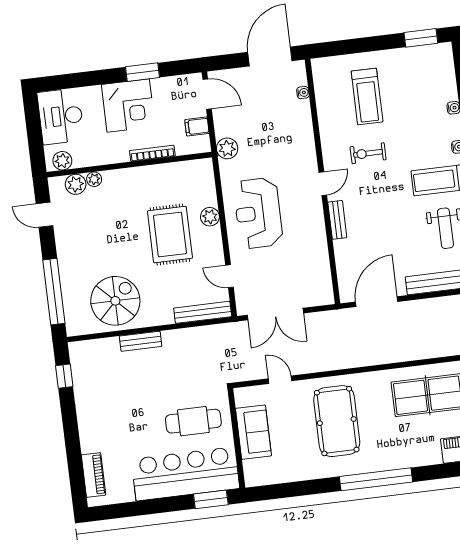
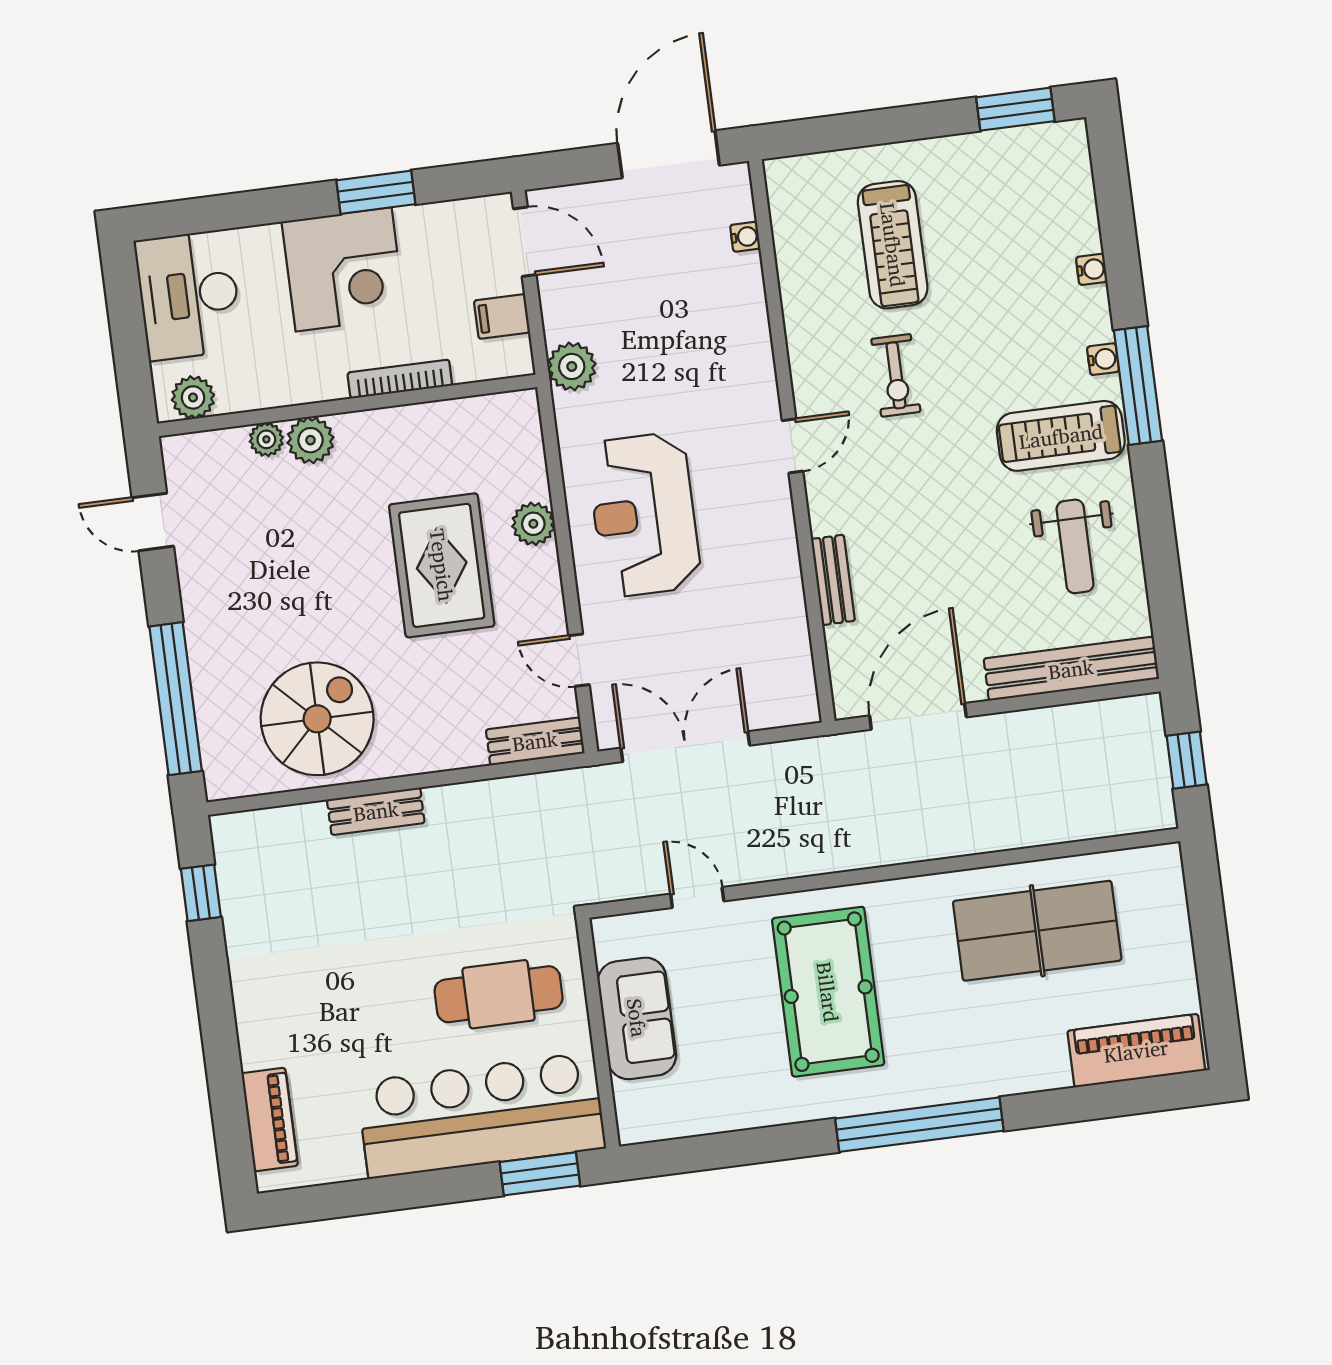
exercise bike: (368, 153) -> (896, 375), turned -90
plant: (76, 184) -> (310, 440), moved
bench: (337, 220) -> (833, 580), moved
bench: (203, 312) -> (535, 741), width x0.73
double door: (275, 314) -> (685, 747), swing flipped

